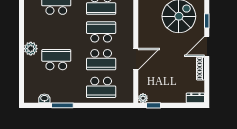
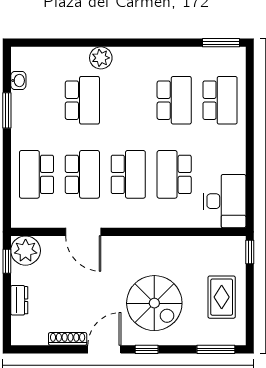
door: (207, 46) -> (104, 349), hinge flipped
school desk: (101, 60) -> (82, 174), turned 180
plant: (143, 98) -> (26, 251), width x1.88, depth x1.88
dresser: (195, 98) -> (19, 300), moved

